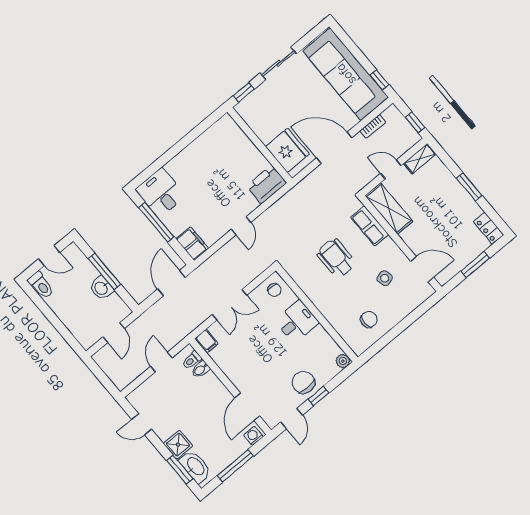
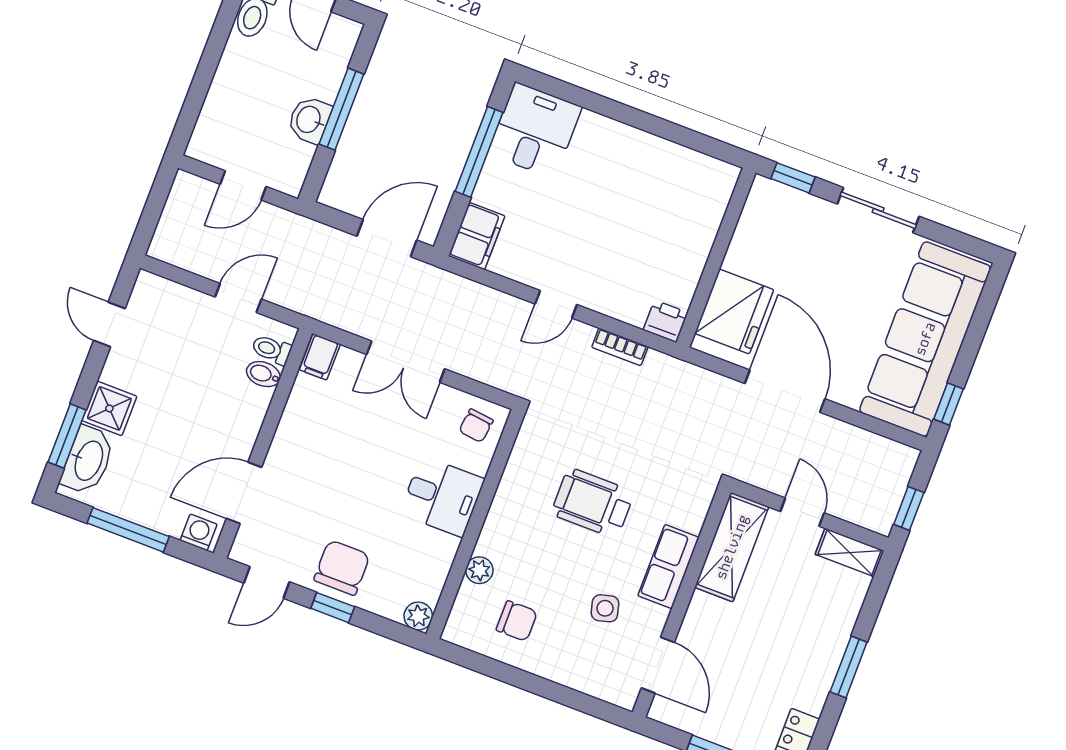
bookcase: (373, 126) -> (620, 347), moved
printer: (267, 184) -> (666, 321), width x0.53, depth x0.68
row of seats: (370, 226) -> (669, 567), moved
wheelchair: (336, 258) -> (593, 503), turned -90
plant: (338, 323) -> (479, 570), added

